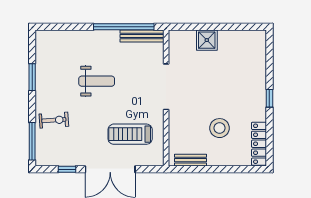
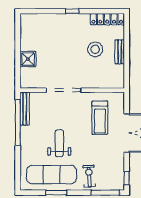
exercise mat: (56, 71) -> (51, 175), added
bench: (191, 160) -> (120, 52), moved
window: (67, 169) -> (127, 178), moved

